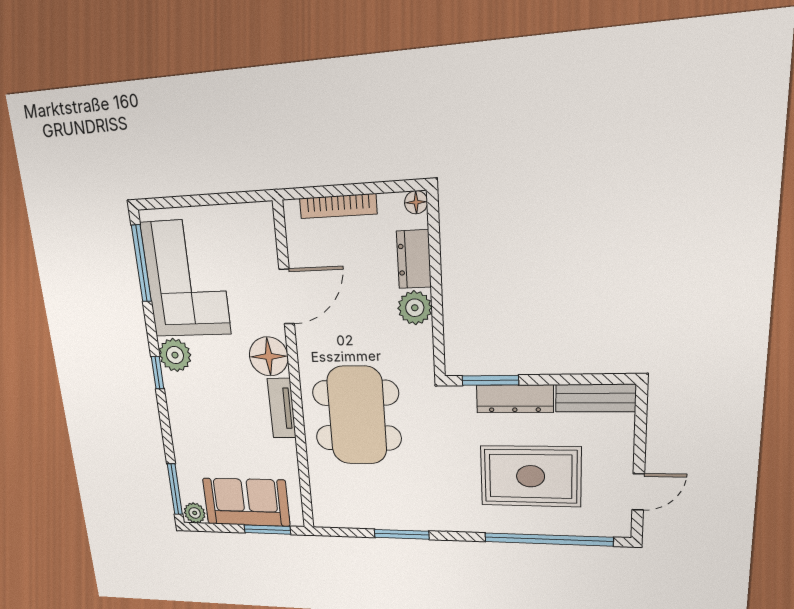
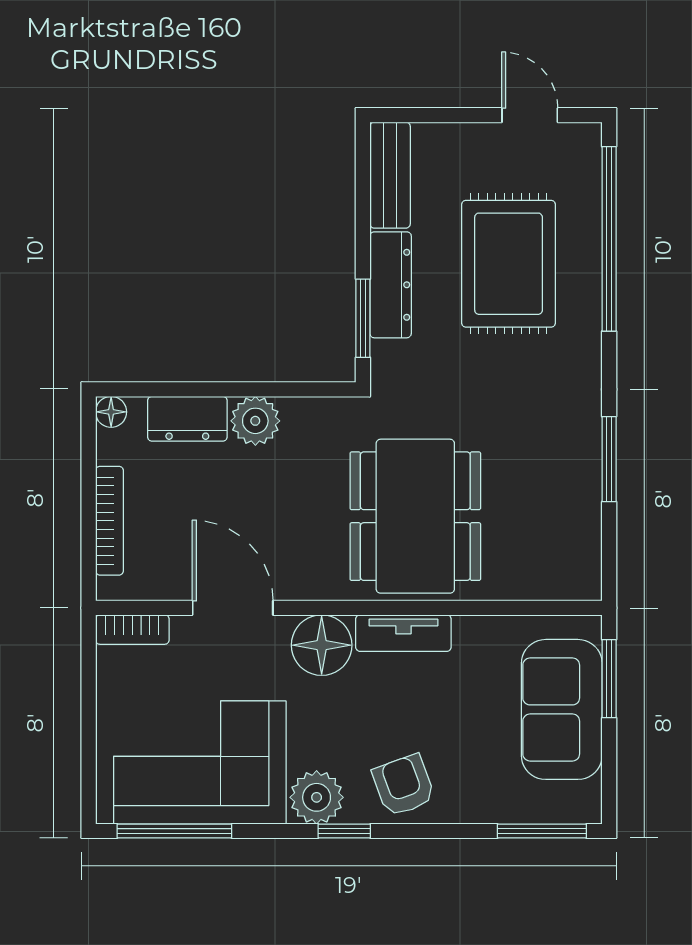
bookcase: (265, 227) -> (132, 630), added
armchair: (190, 409) -> (404, 785), added
dining table: (357, 416) -> (415, 516), turned 90
plant: (195, 513) -> (584, 802), removed

